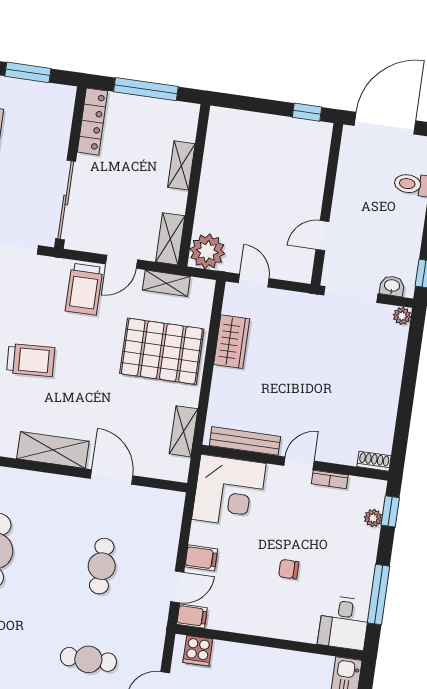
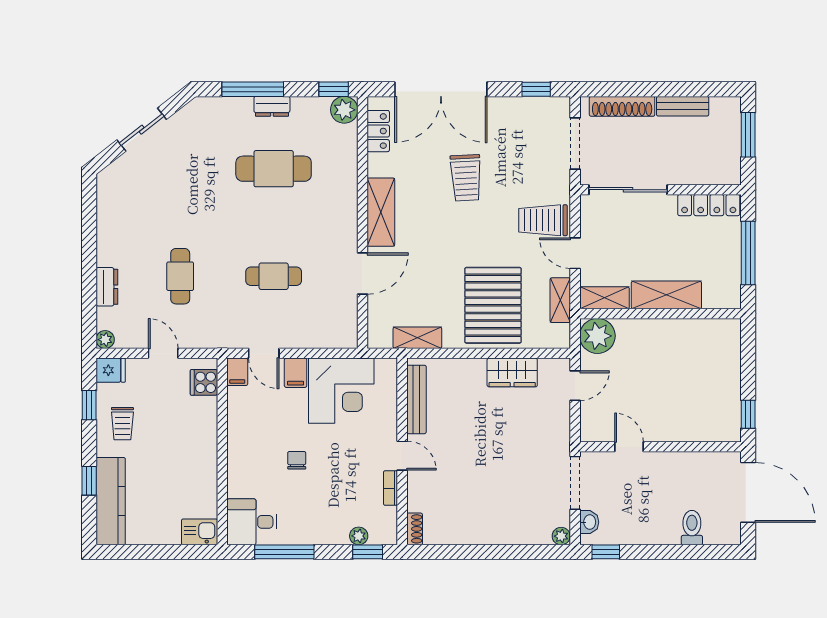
shelving: (181, 165) -> (666, 295), width x1.50, depth x1.33
corner desk: (229, 491) -> (341, 391), moved, turned -90

